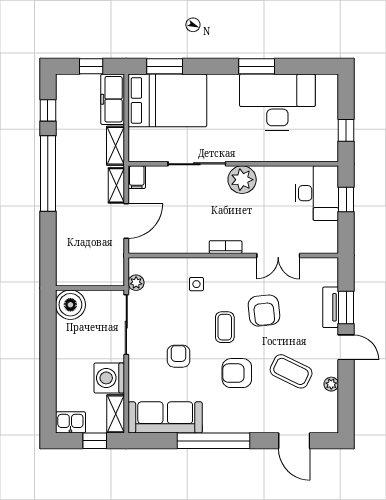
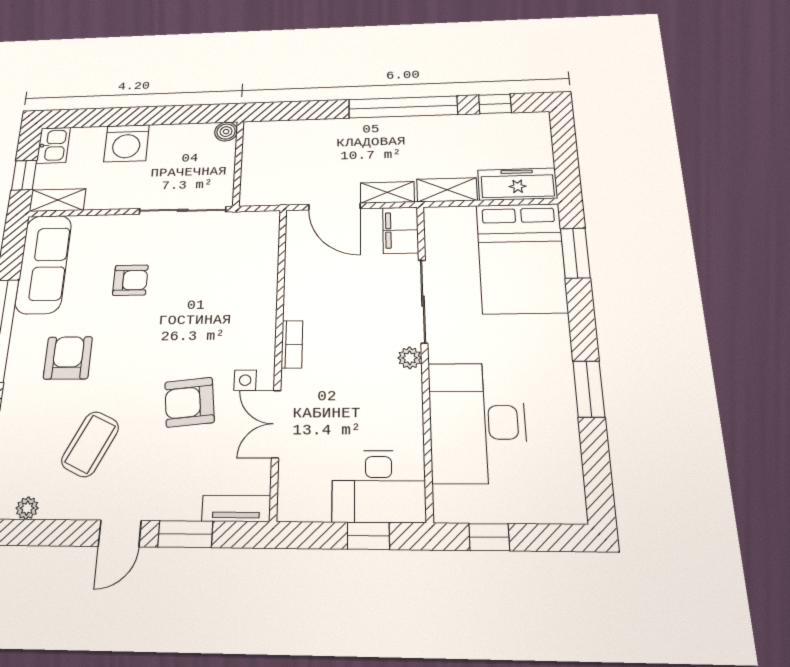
window: (91, 66) -> (565, 155), removed
desk: (277, 102) -> (477, 422), moved, turned 180
filing cabinet: (137, 177) -> (401, 230), width x2.00
plant: (242, 180) -> (410, 358), width x0.53, depth x0.53
plant: (136, 283) -> (243, 221), removed
side table: (196, 284) -> (245, 380), moved
boiler: (70, 305) -> (226, 132), width x0.54, depth x0.54
tv unit: (331, 307) -> (236, 509), moved
coffee table: (225, 327) -> (168, 344), removed
armchair: (237, 373) -> (68, 358), moved
washing machine: (109, 378) -> (126, 143), moved, turned 180
plant: (331, 384) -> (27, 508), moved

